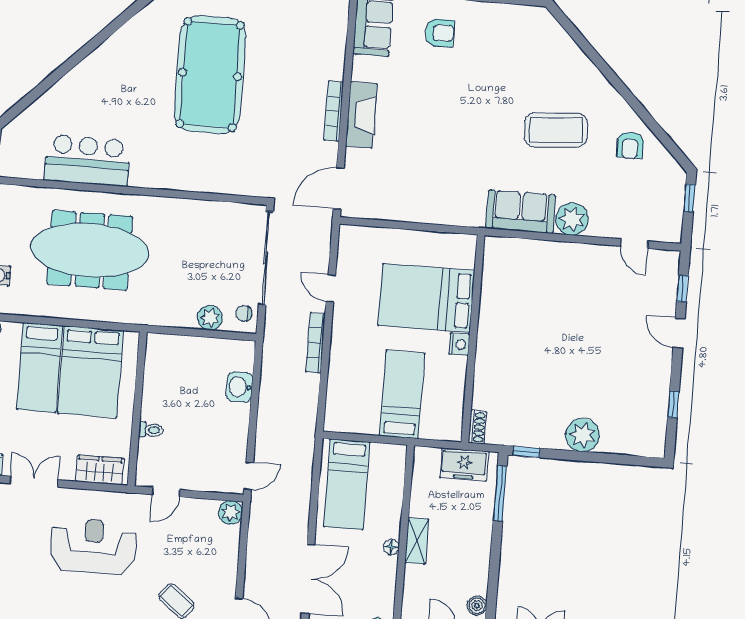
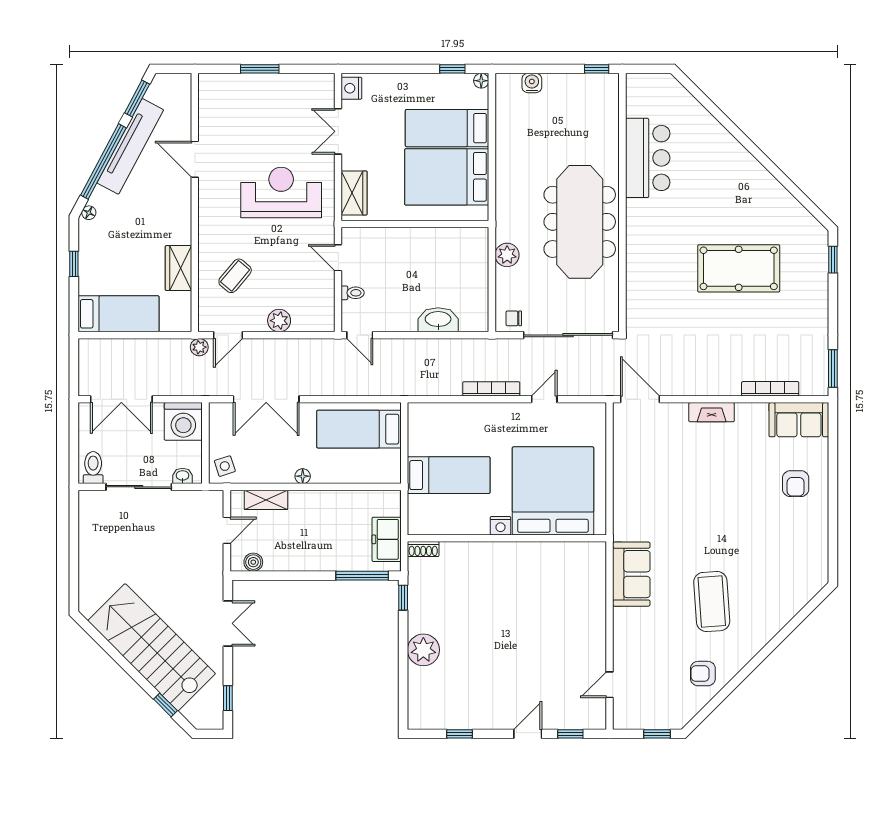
pool table: (210, 75) -> (739, 268), width x0.73, depth x0.76
bookcase: (334, 111) -> (770, 389), moved
fireplace: (361, 115) -> (712, 412), width x0.73, depth x0.76
plant: (572, 219) -> (628, 624), removed
meeting table: (90, 250) -> (580, 222), moved
bed: (426, 298) -> (553, 491), width x1.36
chair: (244, 313) -> (514, 318), turned -90
plant: (210, 318) -> (507, 255), moved
washbasin: (239, 387) -> (438, 320), width x1.38
toilet: (151, 430) -> (353, 293), moved, turned -90
double door: (34, 482) -> (338, 131), swing flipped
plant: (230, 512) -> (279, 321), moved
shelving: (417, 541) -> (266, 500), moved
reception desk: (93, 546) -> (281, 192), turned -90

